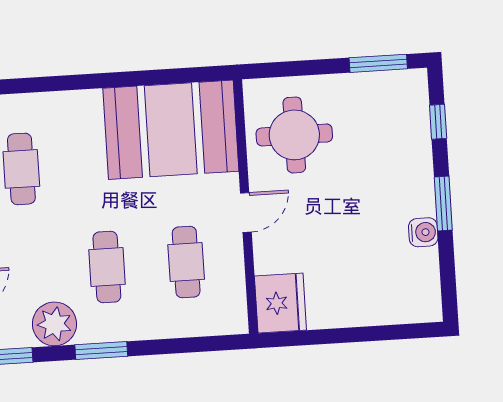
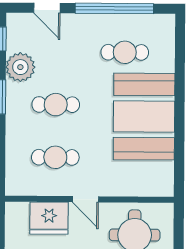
booth: (171, 130) -> (144, 117), moved
fridge: (280, 303) -> (49, 218), moved

